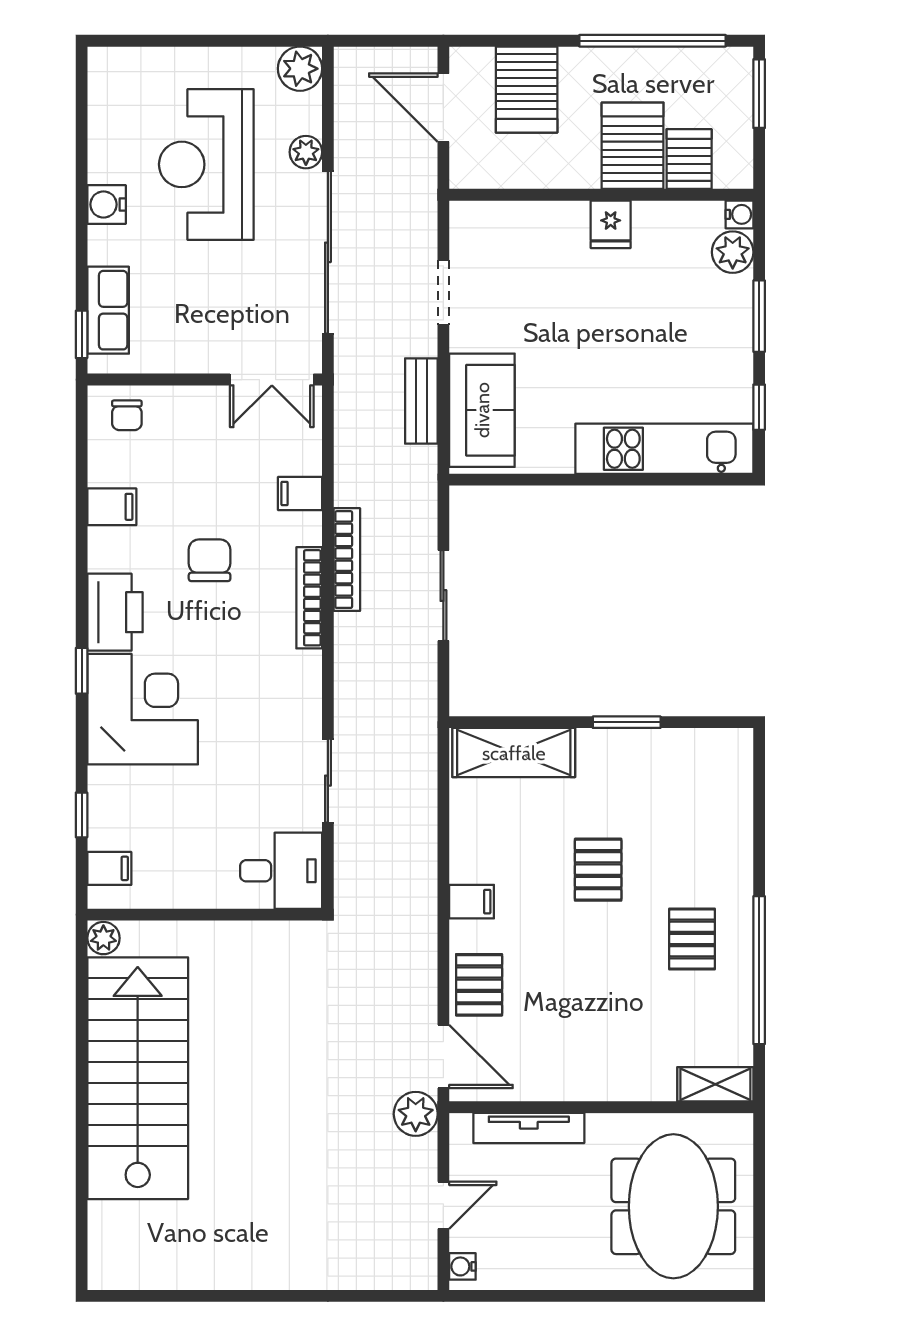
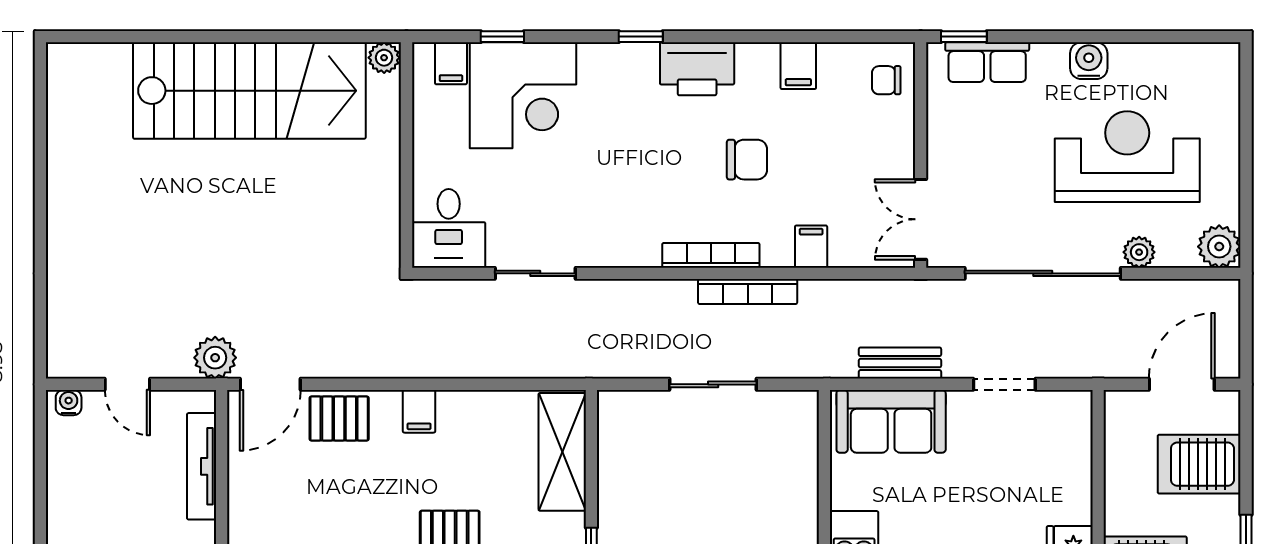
corner desk: (143, 709) -> (523, 95), moved

